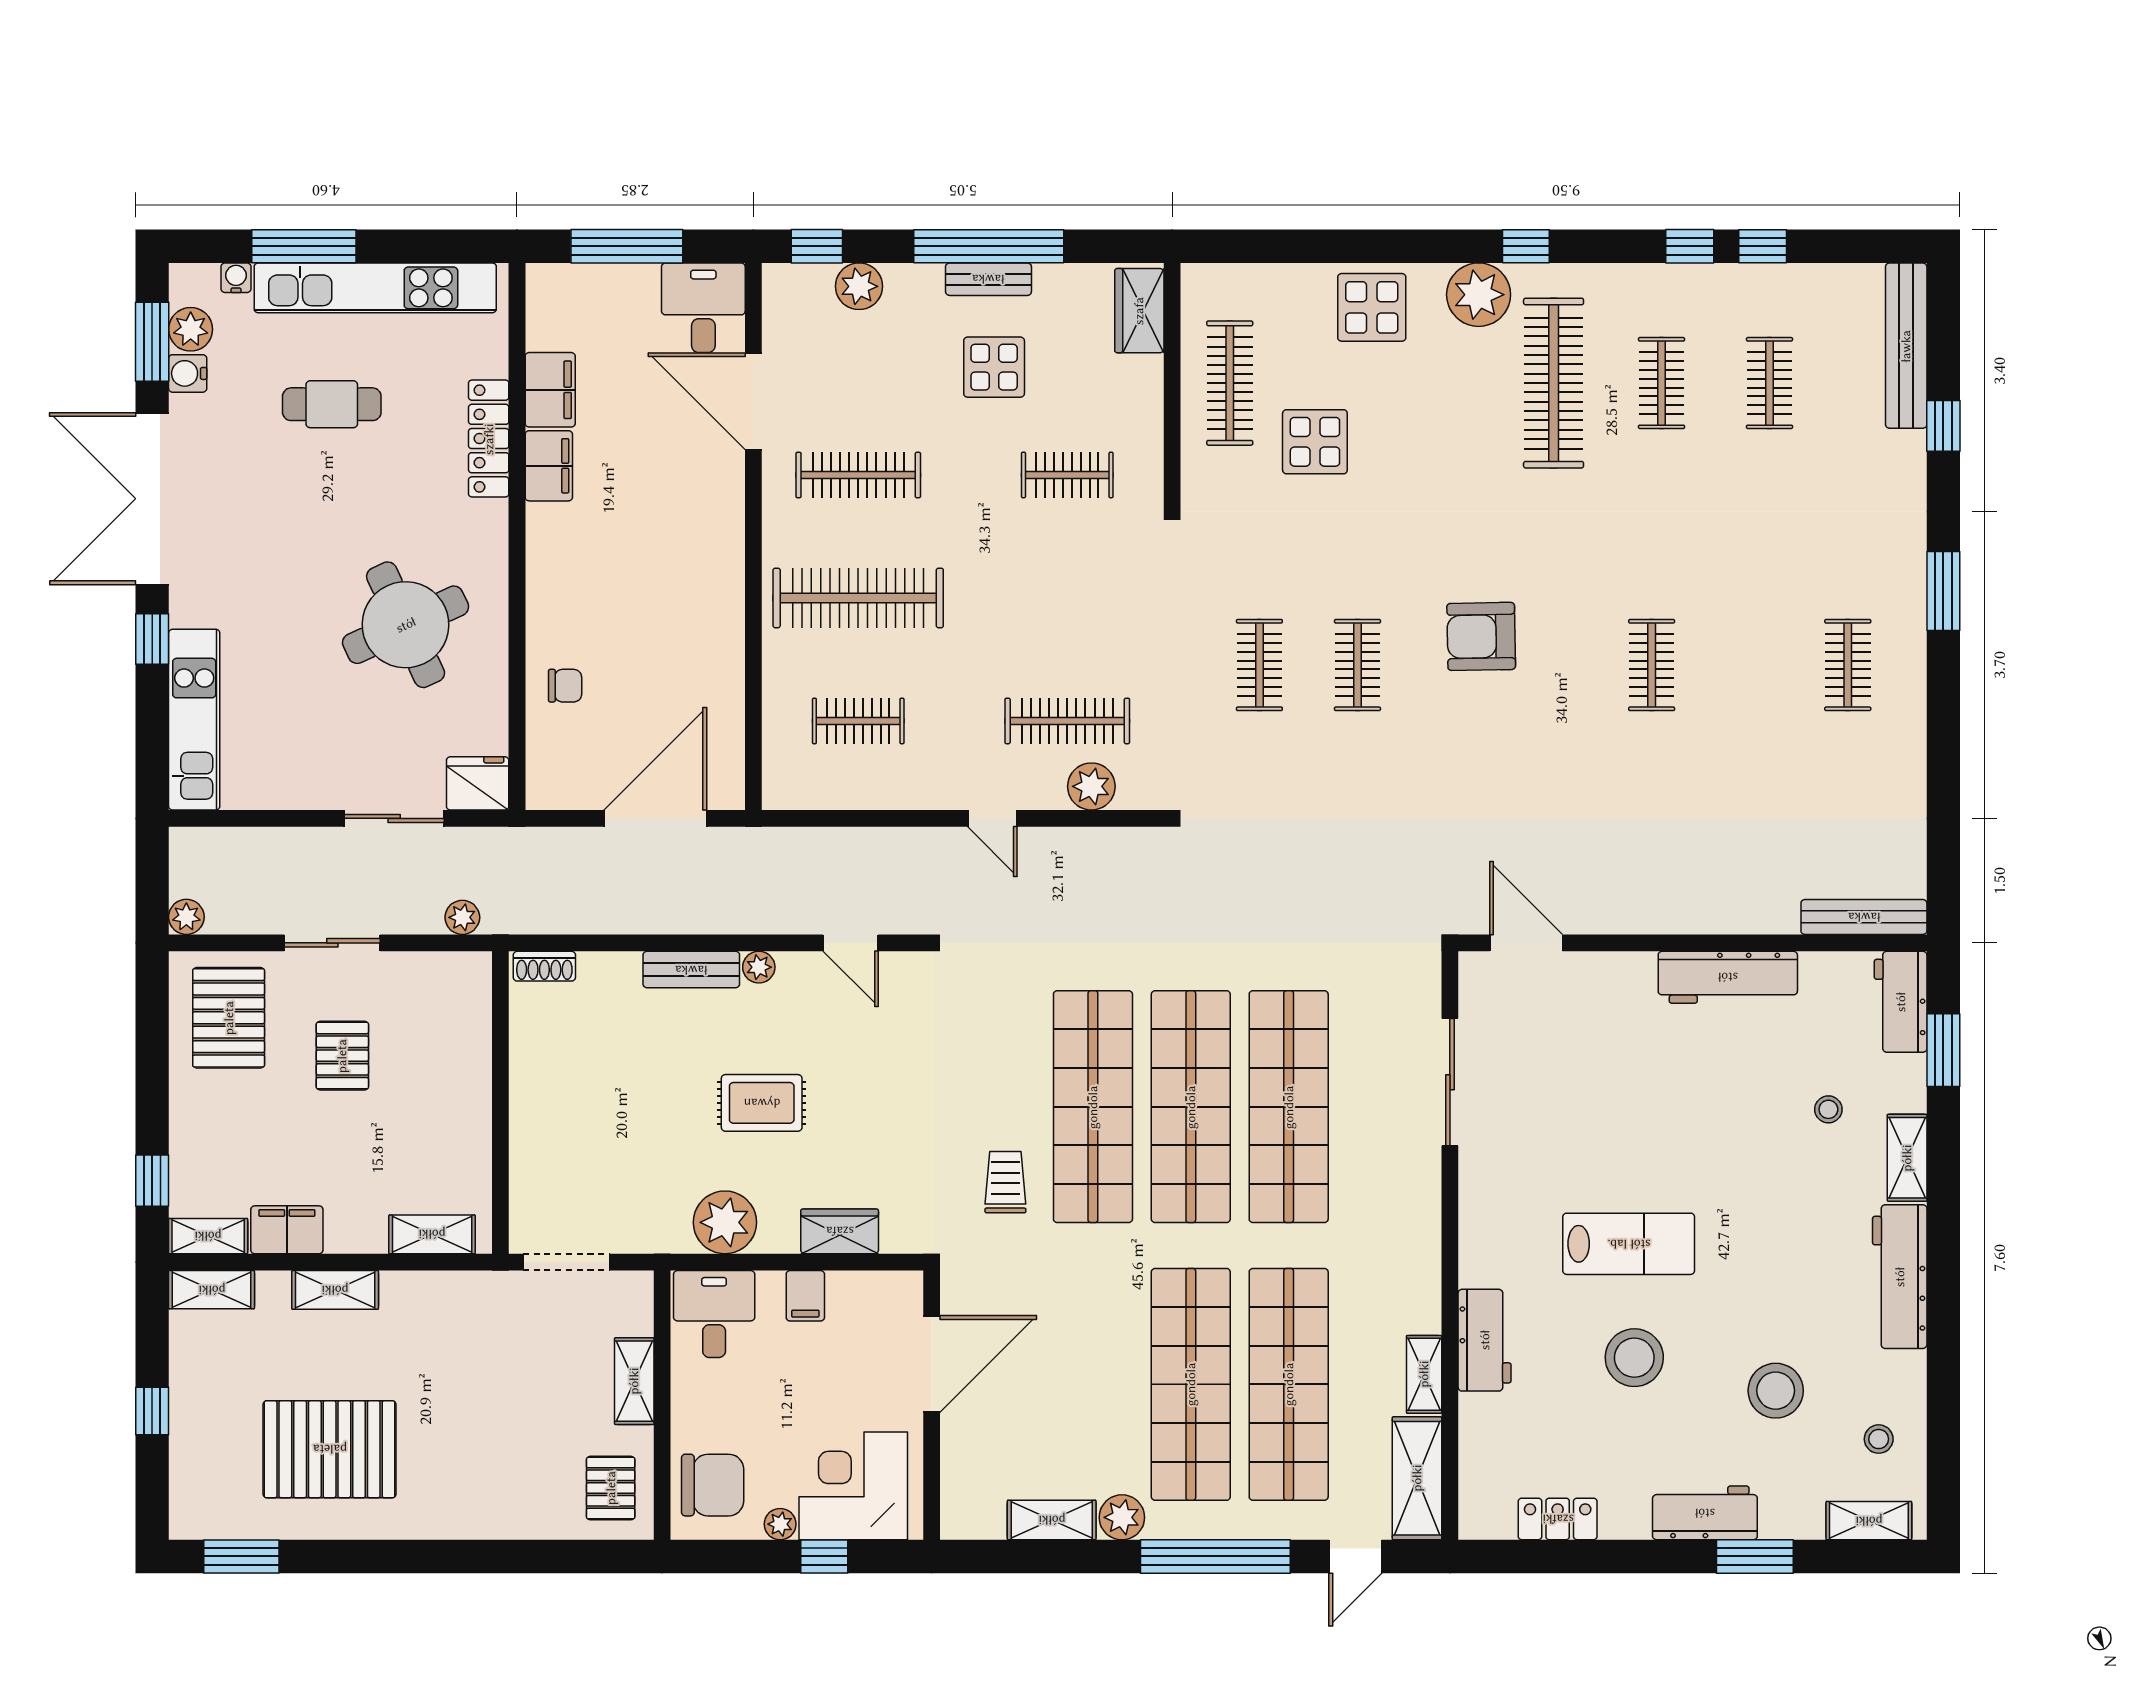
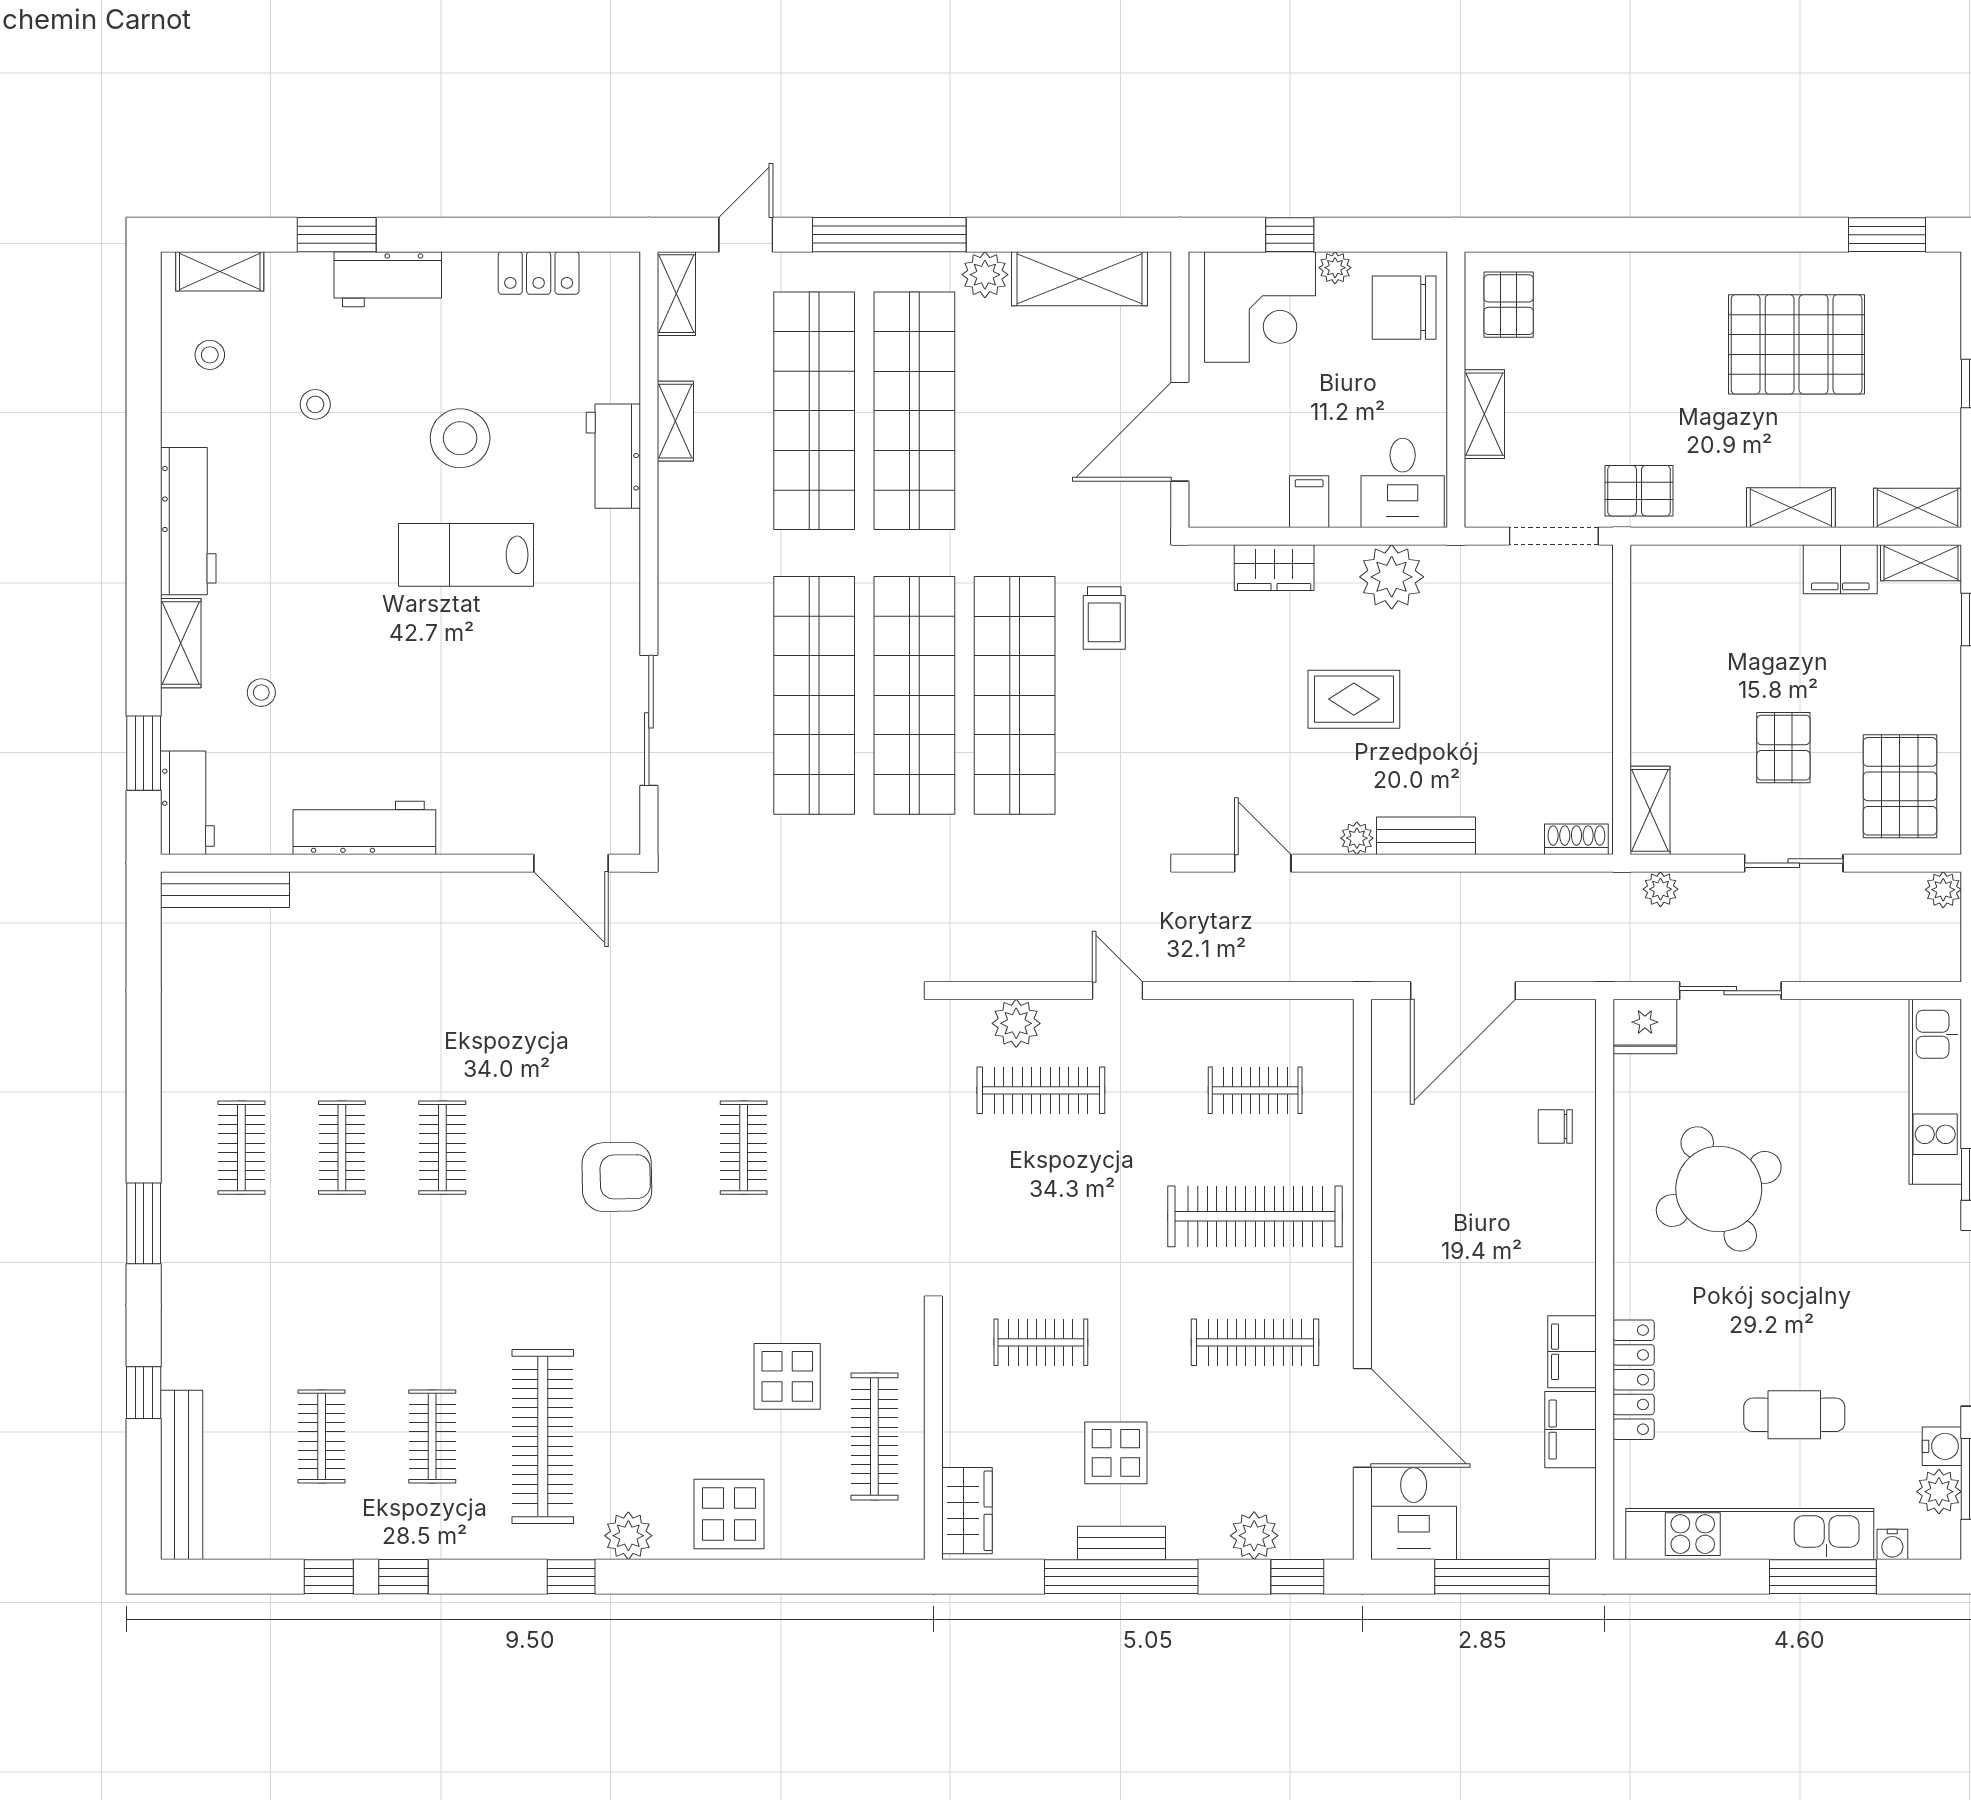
plant: (1479, 295) -> (628, 1536), width x0.73, depth x0.73
clothes rail: (1259, 665) -> (342, 1148), moved
shelving: (432, 1234) -> (1650, 810), moved, turned 90
pallet: (483, 1306) -> (1639, 491), added
stool: (1776, 1391) -> (315, 404), width x0.53, depth x0.53
shelving: (1417, 1478) -> (676, 294), width x0.67, depth x0.75
shelving: (1052, 1520) -> (1079, 279), width x1.50, depth x1.33

